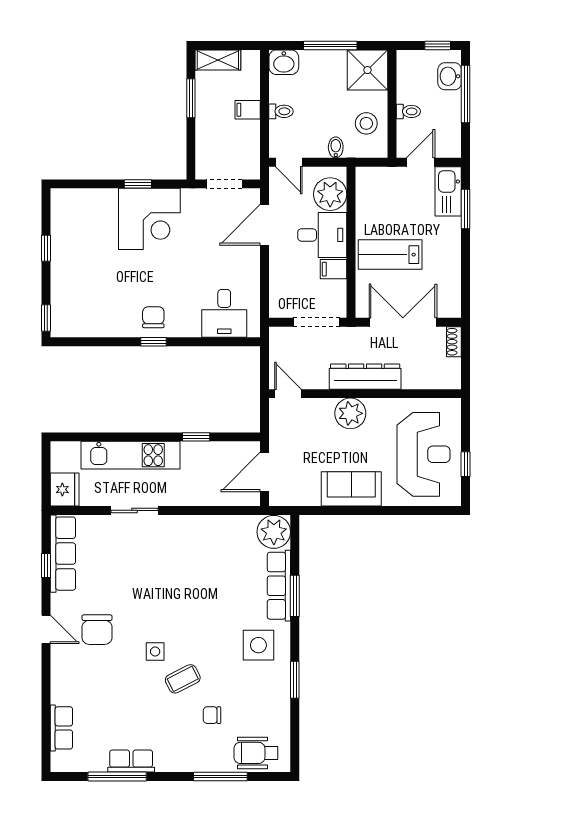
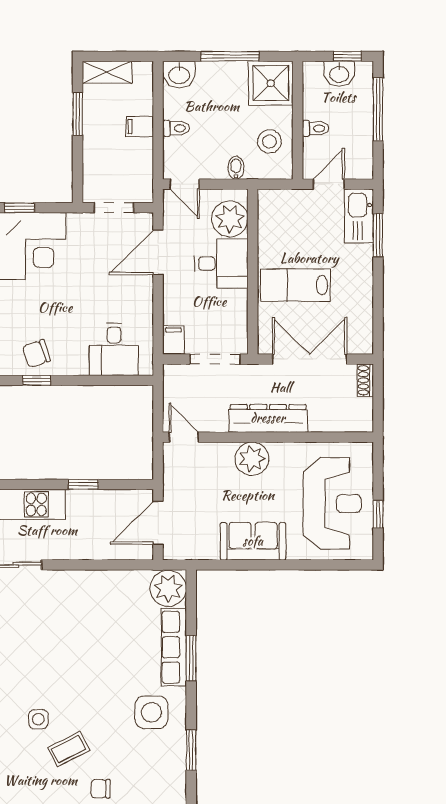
washbasin: (450, 76) -> (339, 74), moved, turned -90
filing cabinet: (334, 269) -> (173, 340), moved, turned 90
chair: (153, 317) -> (36, 354), turned -108

